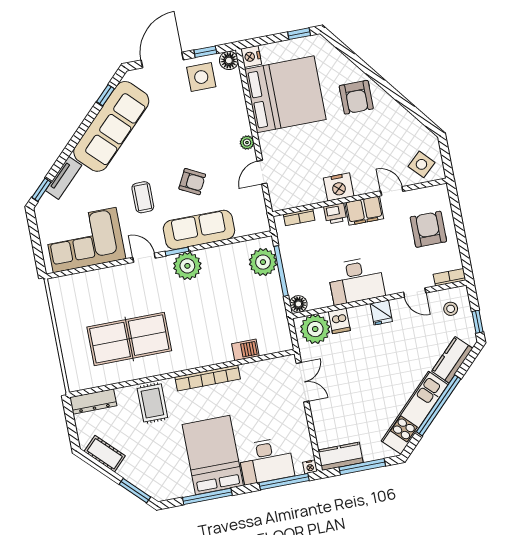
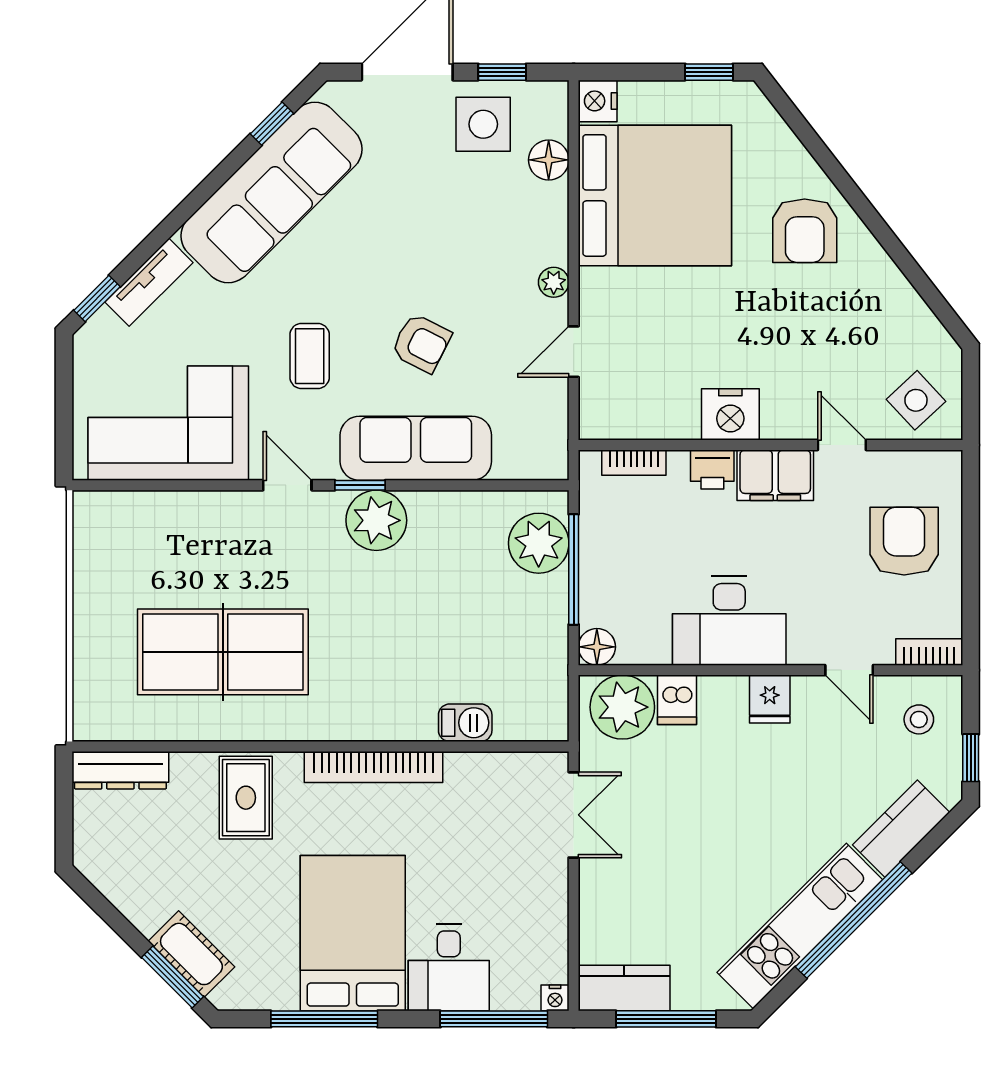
floor lamp: (229, 60) -> (549, 160), moved
cot: (105, 454) -> (191, 954), moved
desk: (266, 461) -> (449, 967), width x0.73

